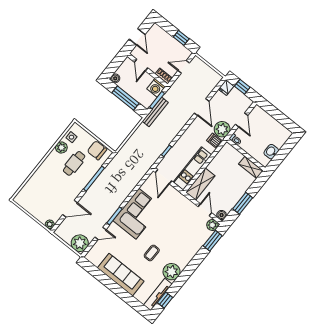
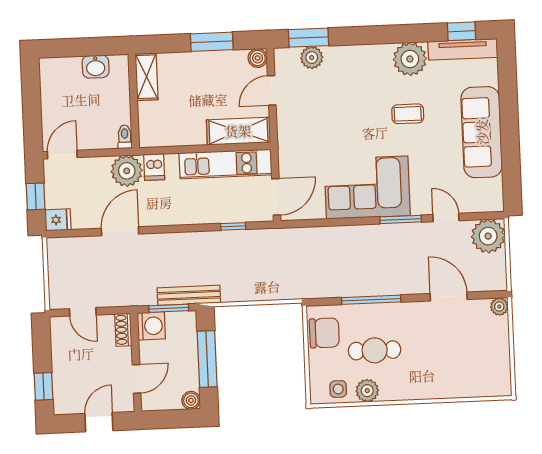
window: (181, 38) -> (44, 386), moved
door: (242, 120) -> (62, 155), moved
chair: (97, 150) -> (324, 333), turned -90
plant: (212, 225) -> (312, 58), moved

